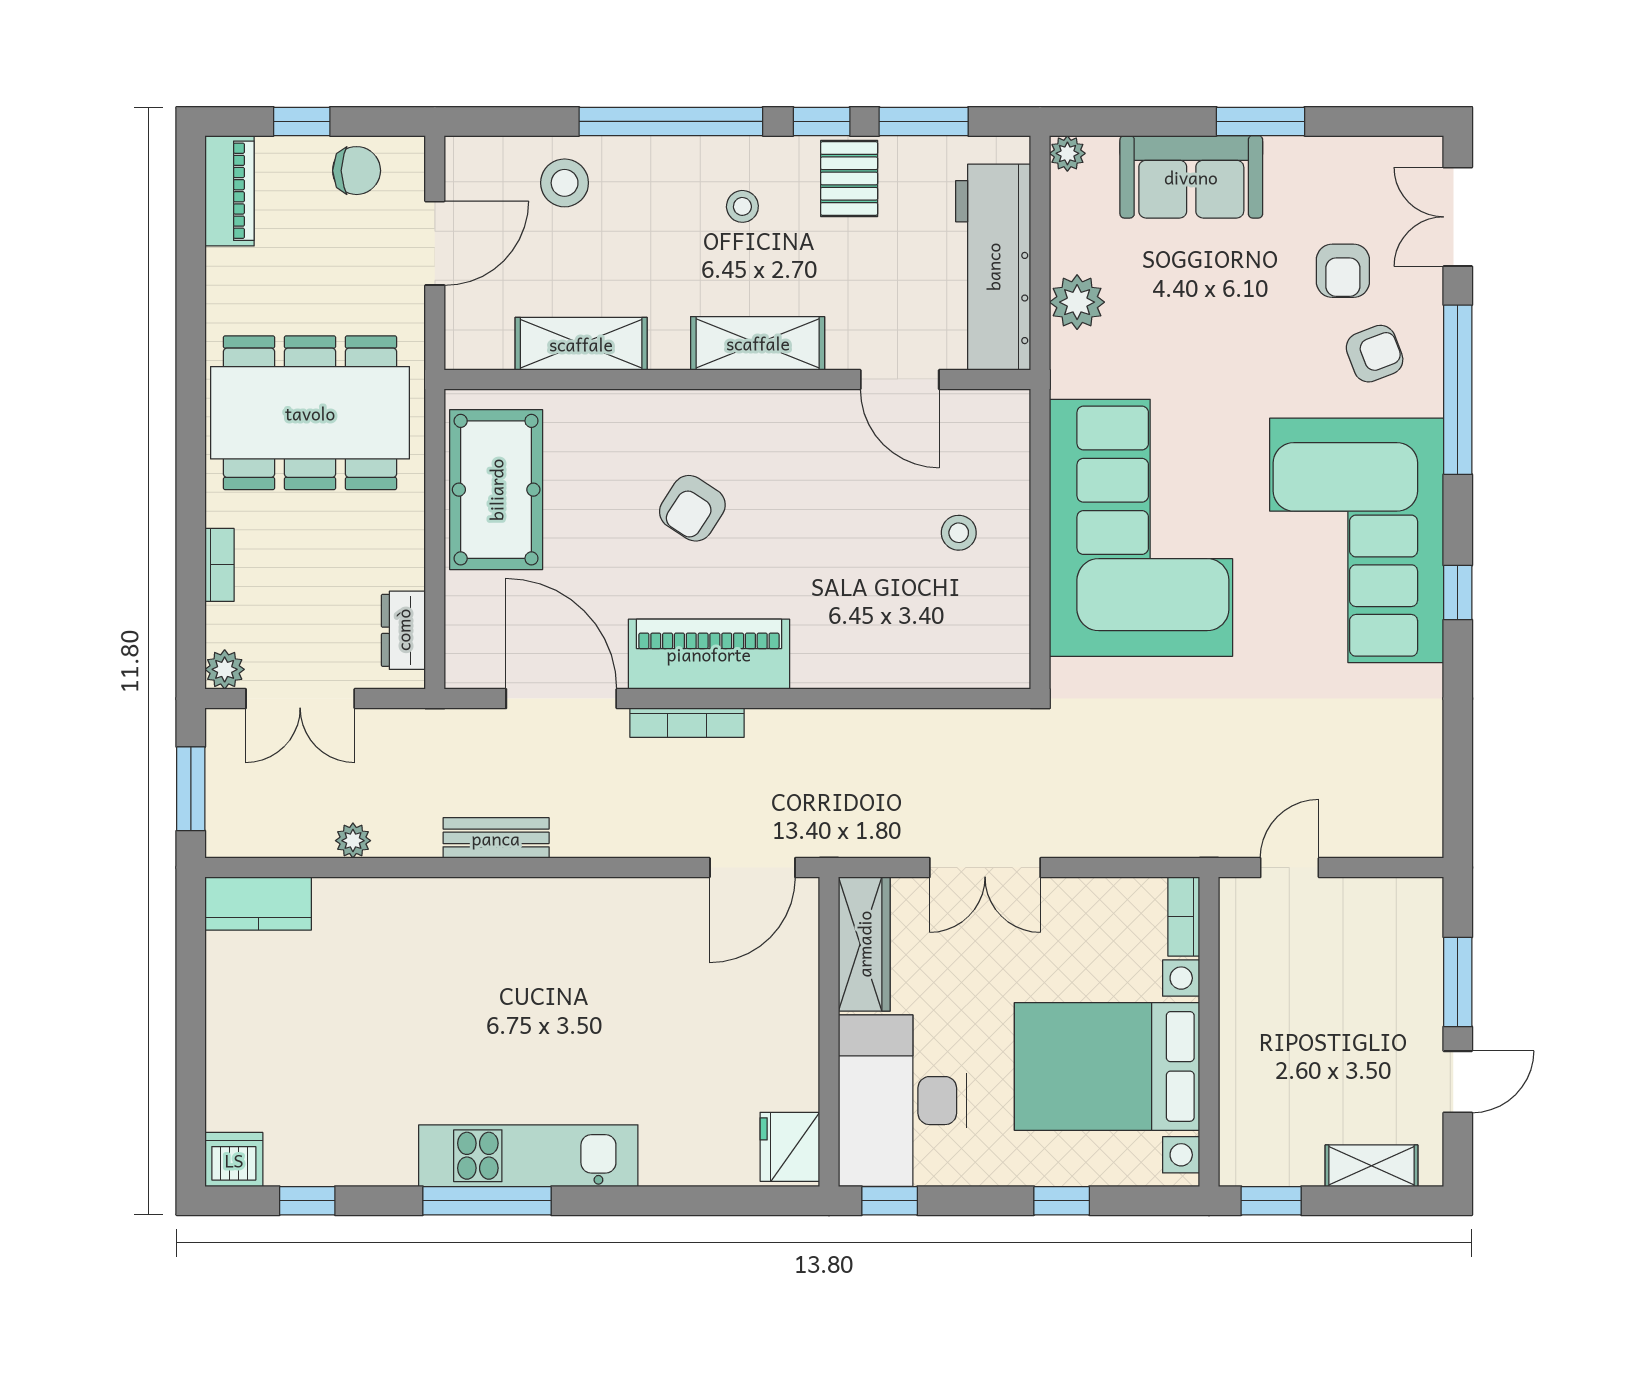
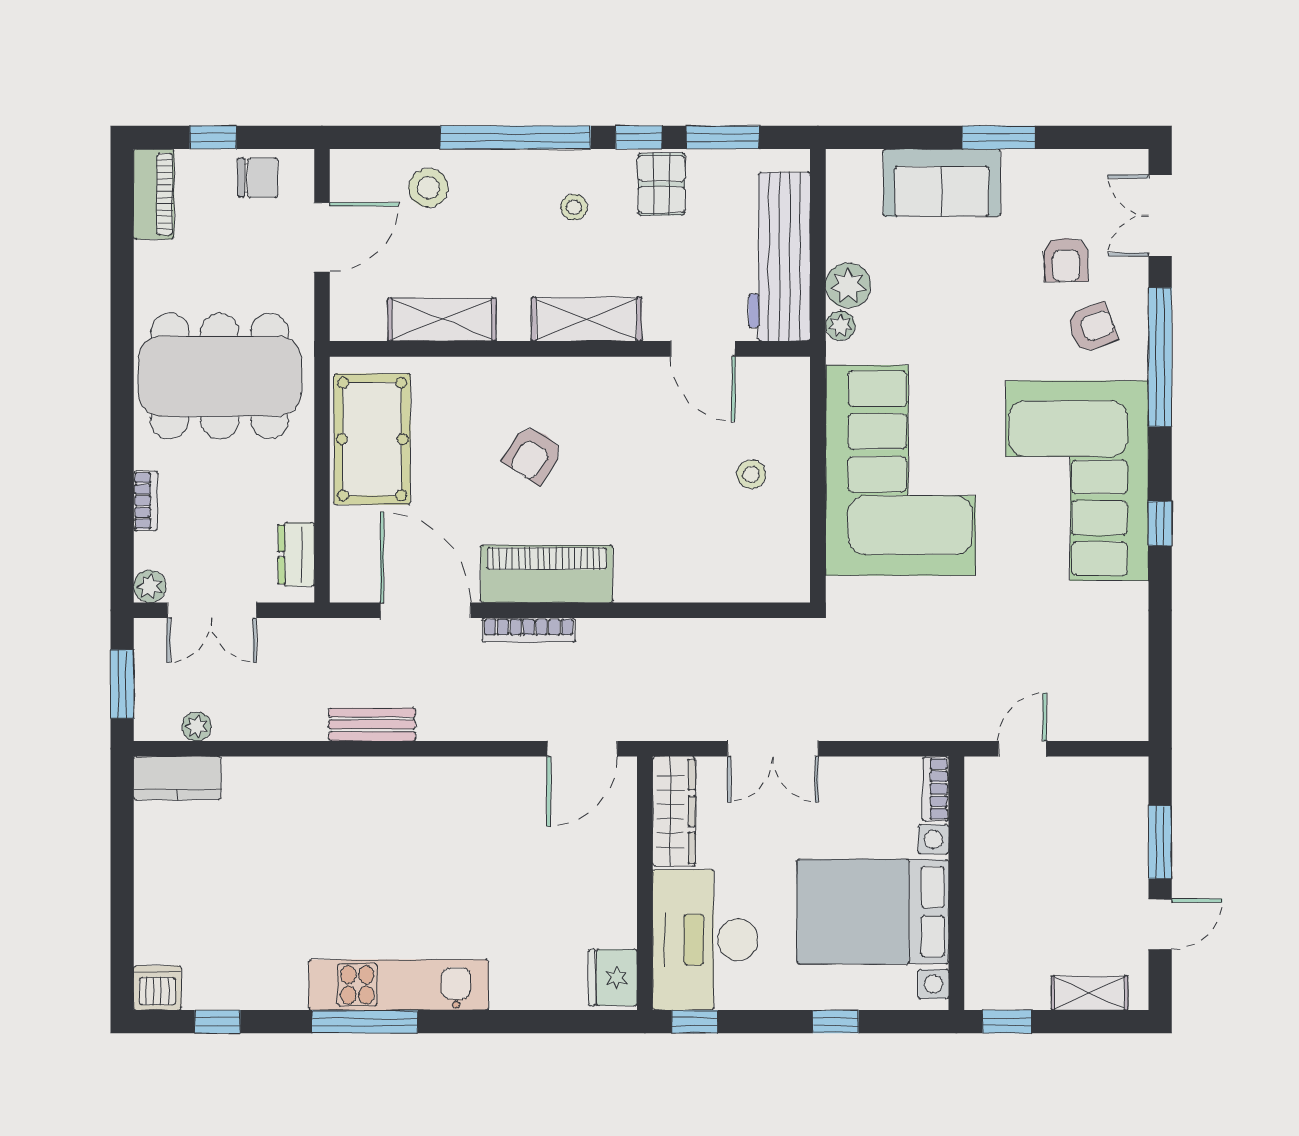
plant: (1067, 153) -> (840, 326), moved
plant: (353, 841) -> (197, 727), moved

